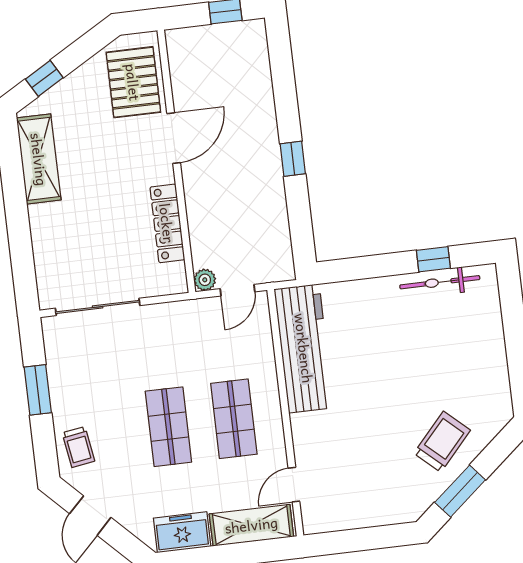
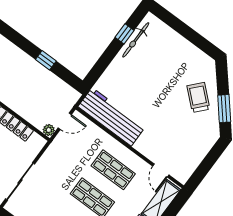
window: (293, 159) -> (46, 60), moved
door: (237, 290) -> (65, 121), hinge flipped

